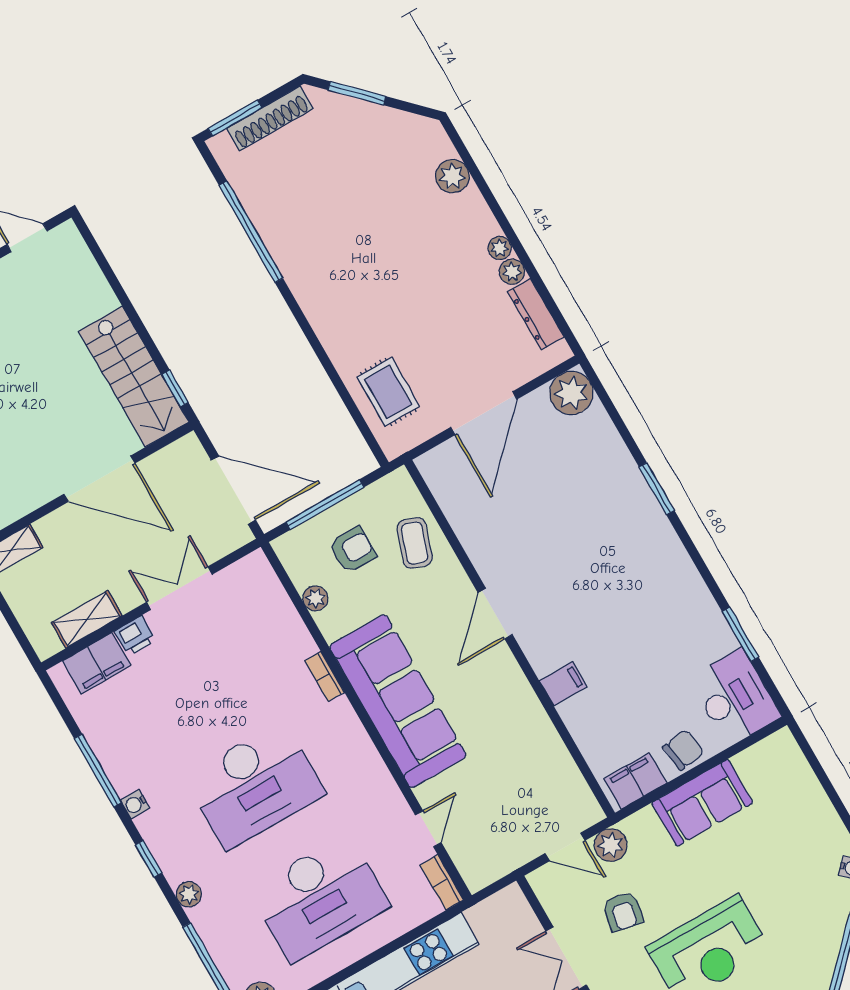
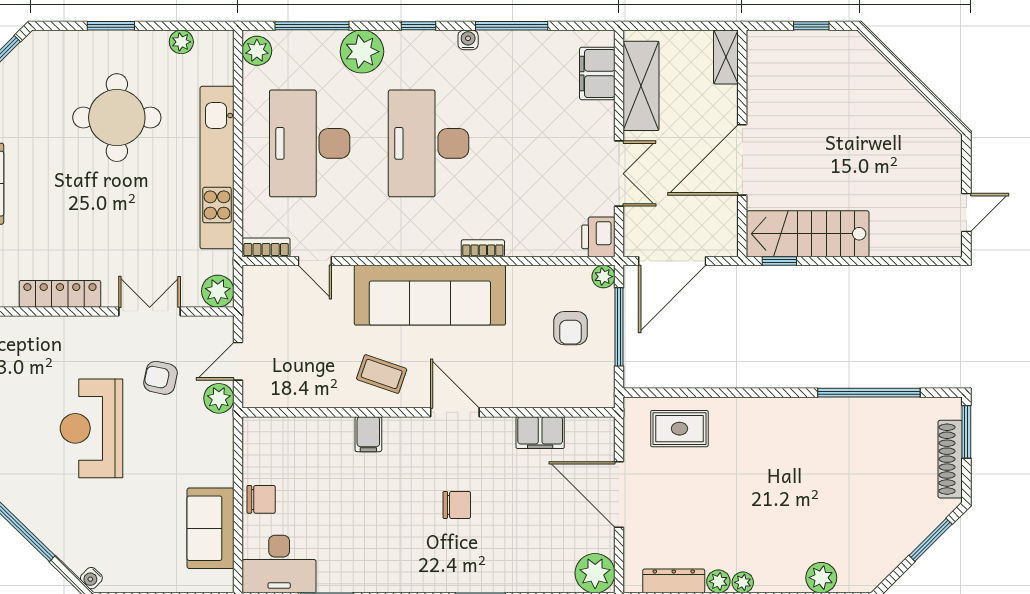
coffee table: (415, 543) -> (382, 374), moved
chair: (582, 561) -> (457, 505), added
plant: (315, 598) -> (603, 277), moved
shelving: (87, 619) -> (641, 86), width x1.50, depth x1.33
printer: (135, 636) -> (598, 237), moved, width x1.36, depth x1.24
chair: (683, 750) -> (261, 499), turned -82
filing cabinet: (635, 781) -> (540, 433), moved, turned 90
sofa: (702, 803) -> (210, 528), moved
plant: (189, 894) -> (362, 52), width x1.88, depth x1.88
plant: (510, 904) -> (218, 291), added

